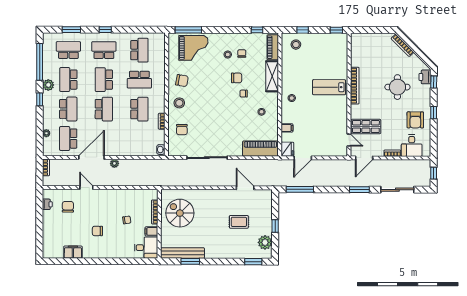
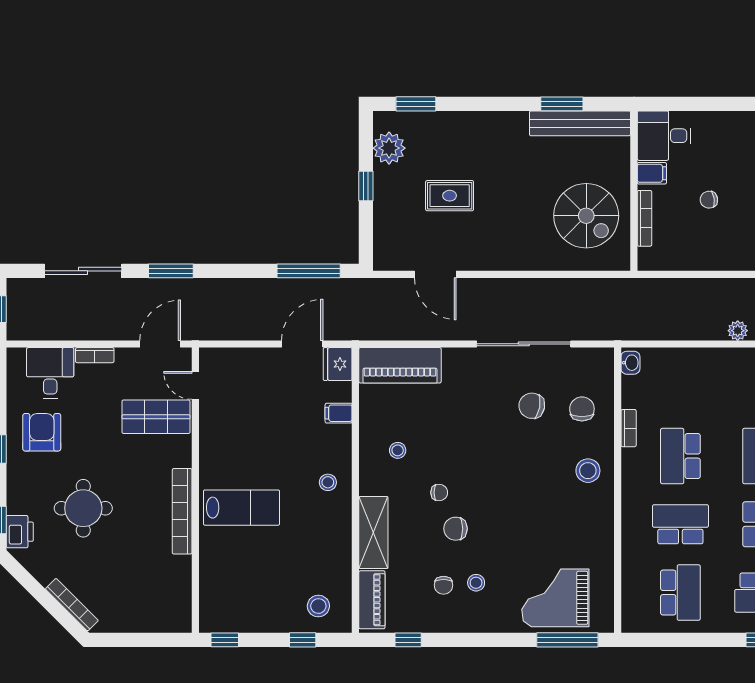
school desk: (139, 50) -> (680, 593), turned 180
chair: (182, 81) -> (532, 406), moved

